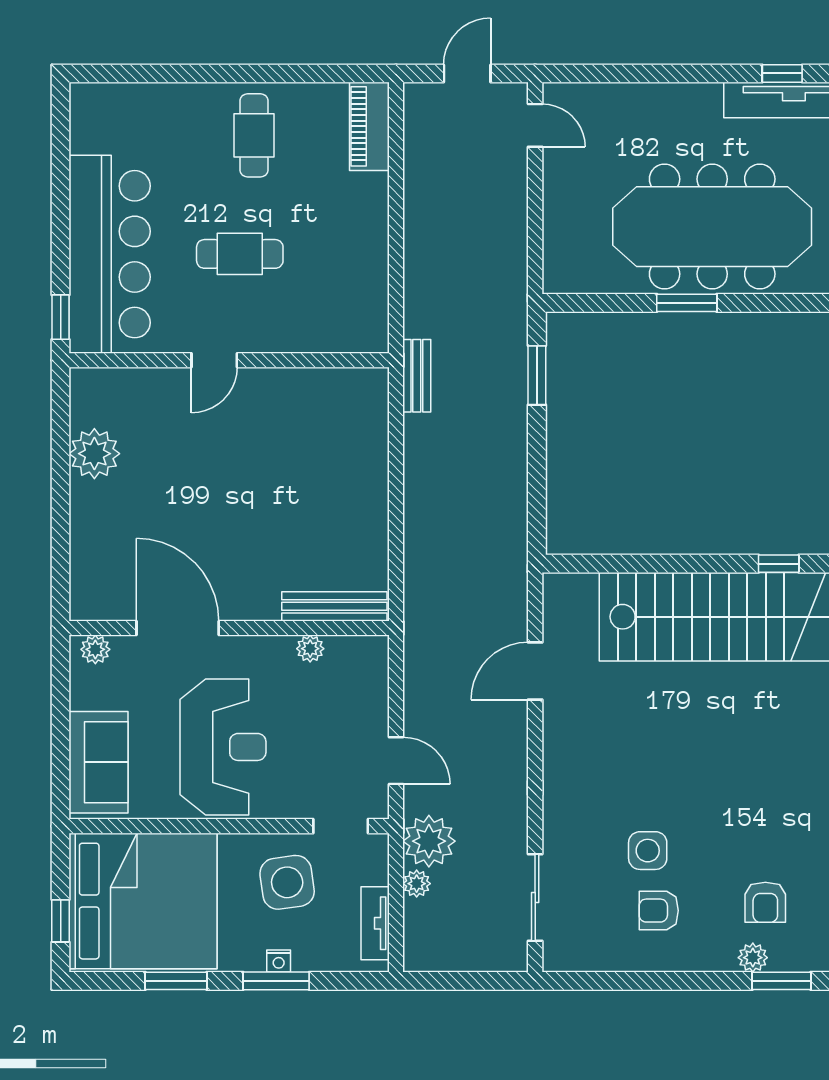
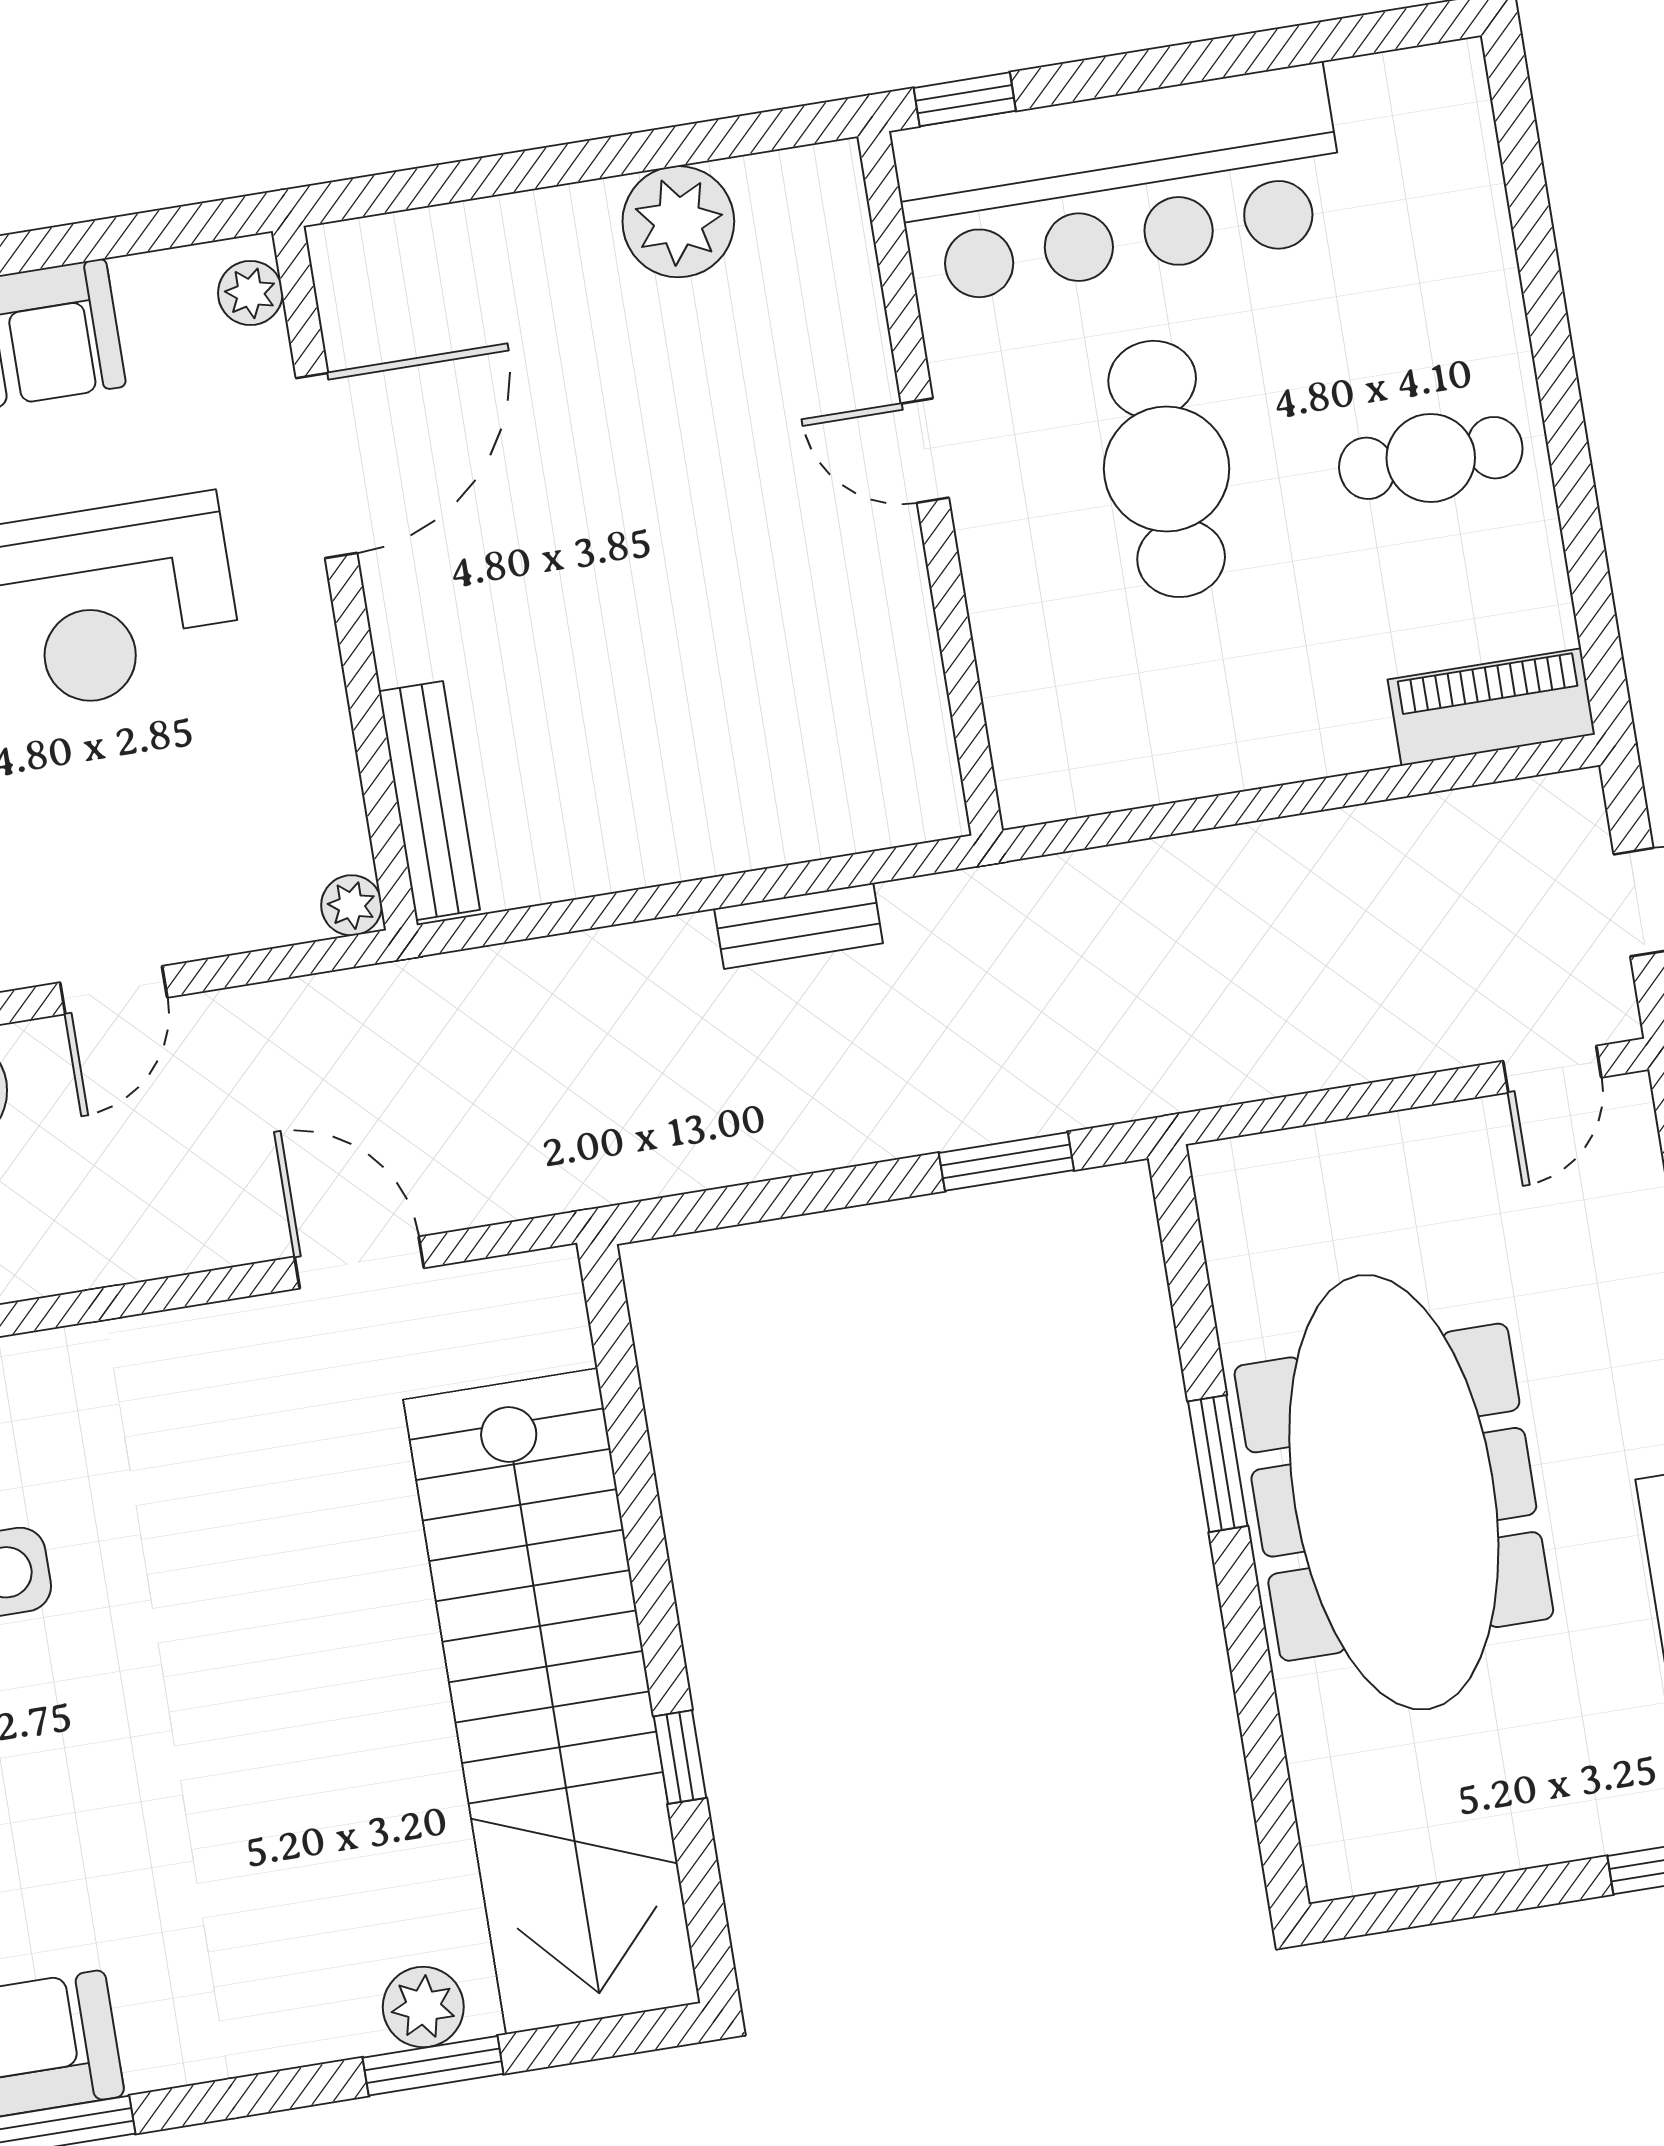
cafe table: (240, 254) -> (1167, 469), width x1.37, depth x1.35
bench: (417, 376) -> (799, 926), moved
plant: (310, 649) -> (352, 905), moved

